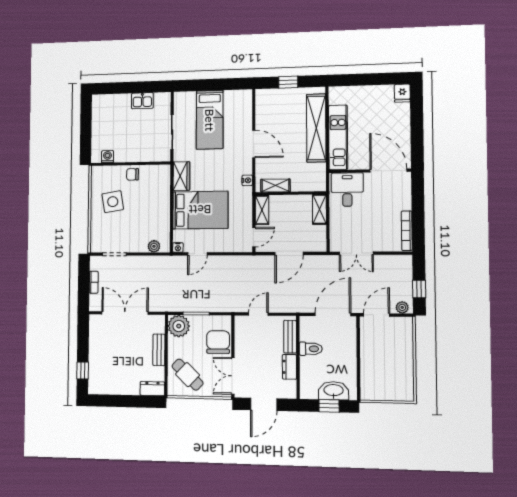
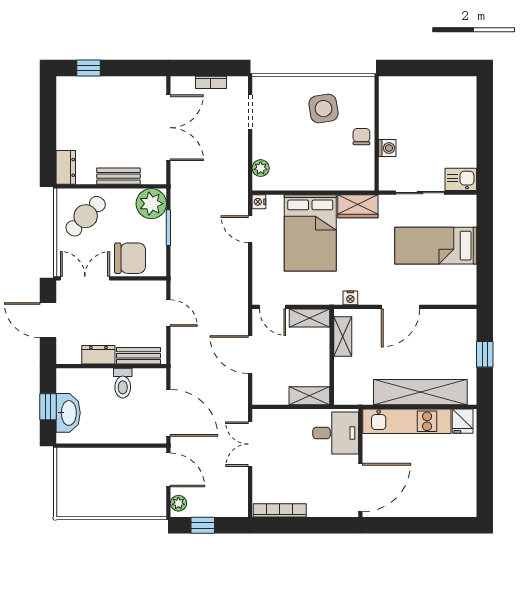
fridge: (402, 93) -> (463, 421), moved, turned -90
kitchen sink: (142, 101) -> (461, 179), moved, turned 90
washing machine: (107, 157) -> (387, 148), moved

